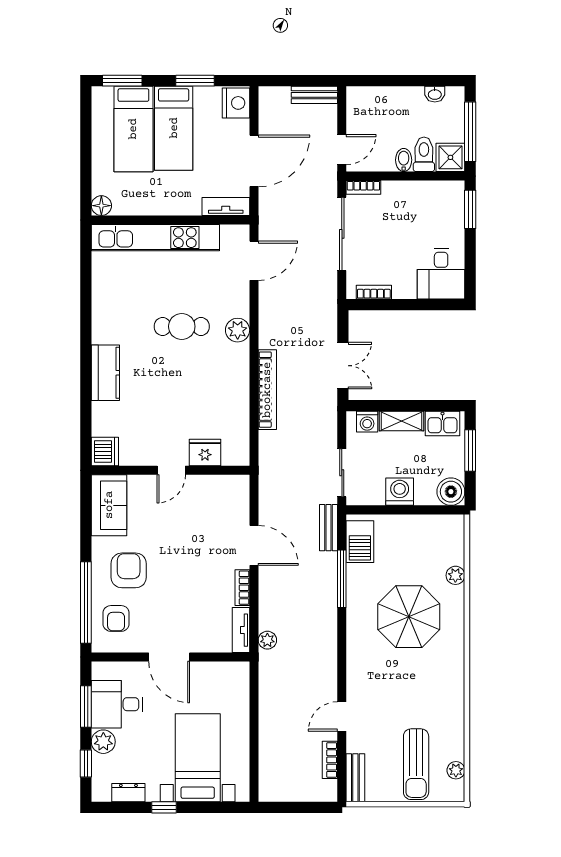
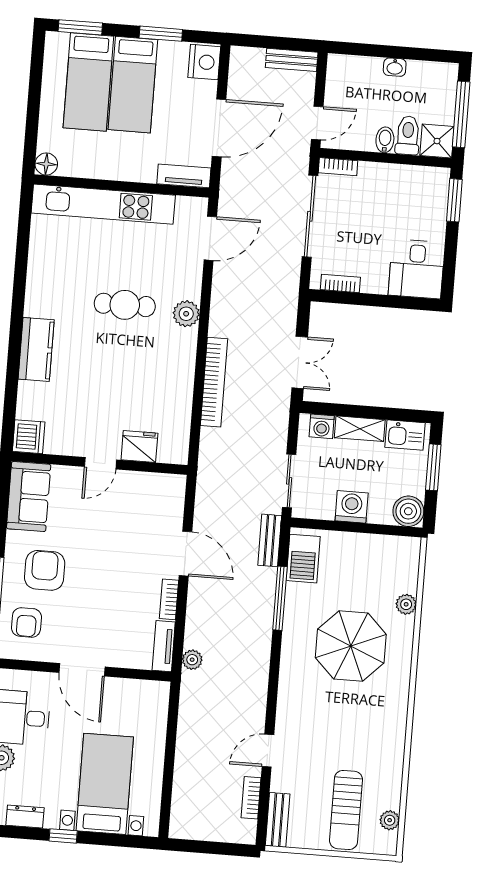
washbasin: (435, 94) -> (395, 67), moved

